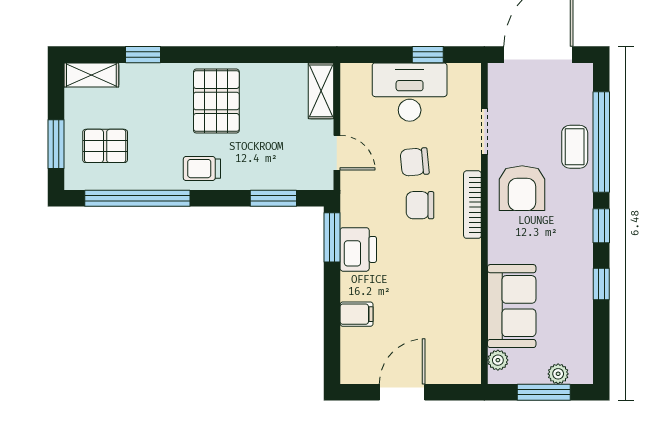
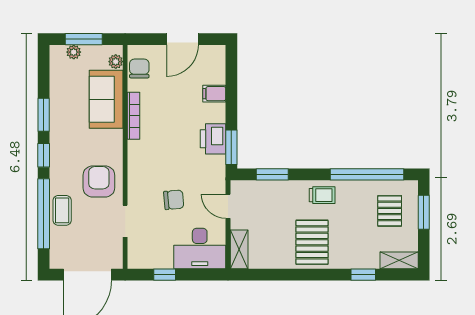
desk: (410, 92) -> (200, 248), moved
pallet: (105, 146) -> (390, 211), turned 90
chair: (420, 205) -> (139, 69), moved, turned -90
bookcase: (472, 205) -> (133, 116), moved
window: (601, 284) -> (44, 115), width x1.50

